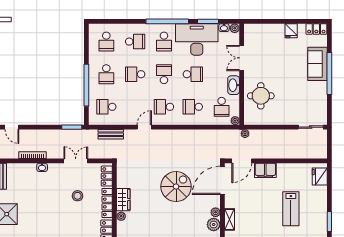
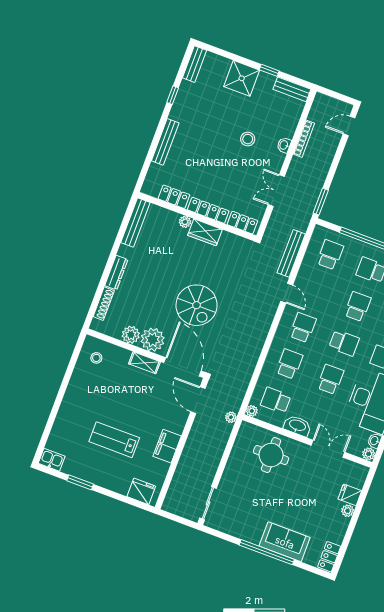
plant: (280, 28) -> (348, 511), added
fridge: (291, 31) -> (350, 495), moved
school desk: (193, 74) -> (330, 379), turned 180
bench: (111, 134) -> (291, 253), width x1.36
double door: (76, 161) -> (276, 191), swing flipped
filing cabinet: (265, 170) -> (167, 446), moved
stool: (78, 196) -> (248, 139), moved
plant: (216, 212) -> (153, 340), width x1.88, depth x1.88
shelving: (230, 219) -> (144, 363), moved

